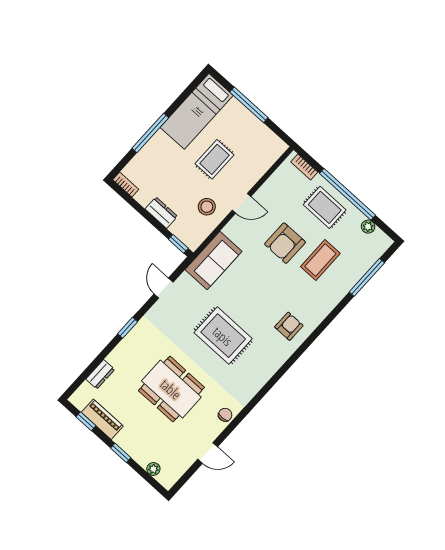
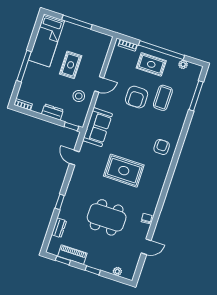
window: (128, 328) -> (60, 202), moved

